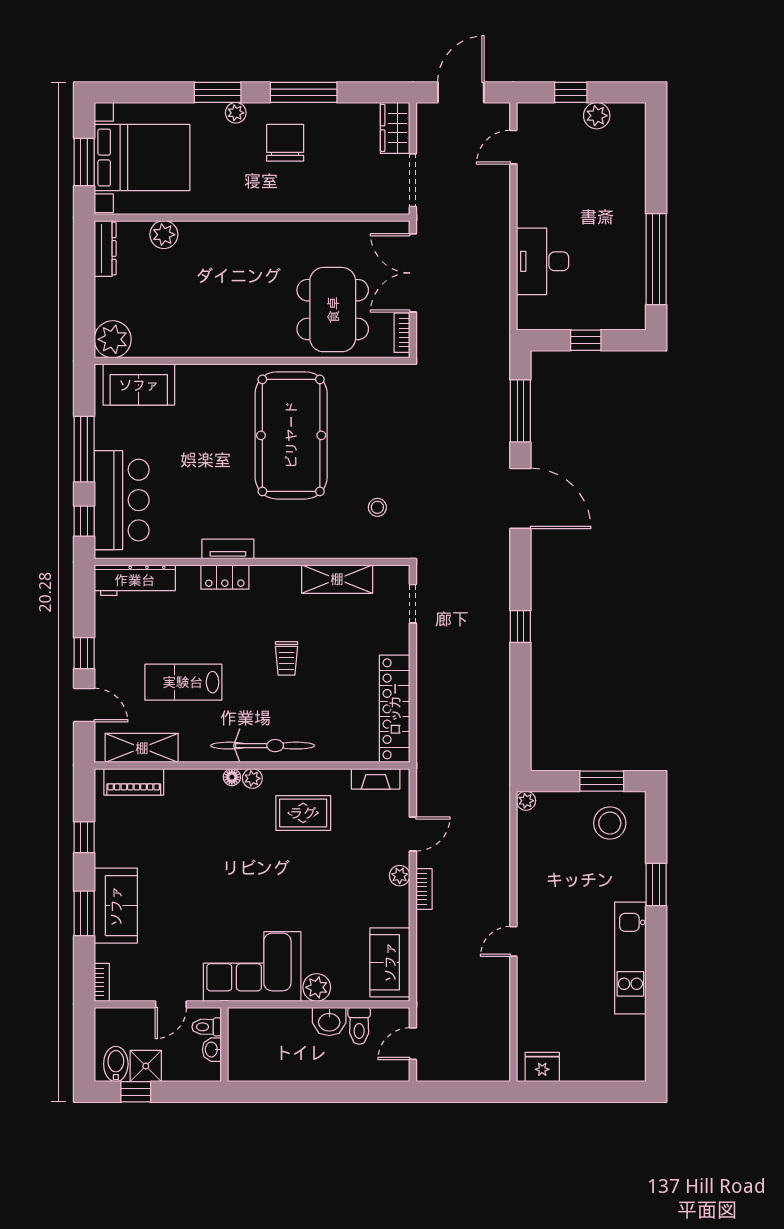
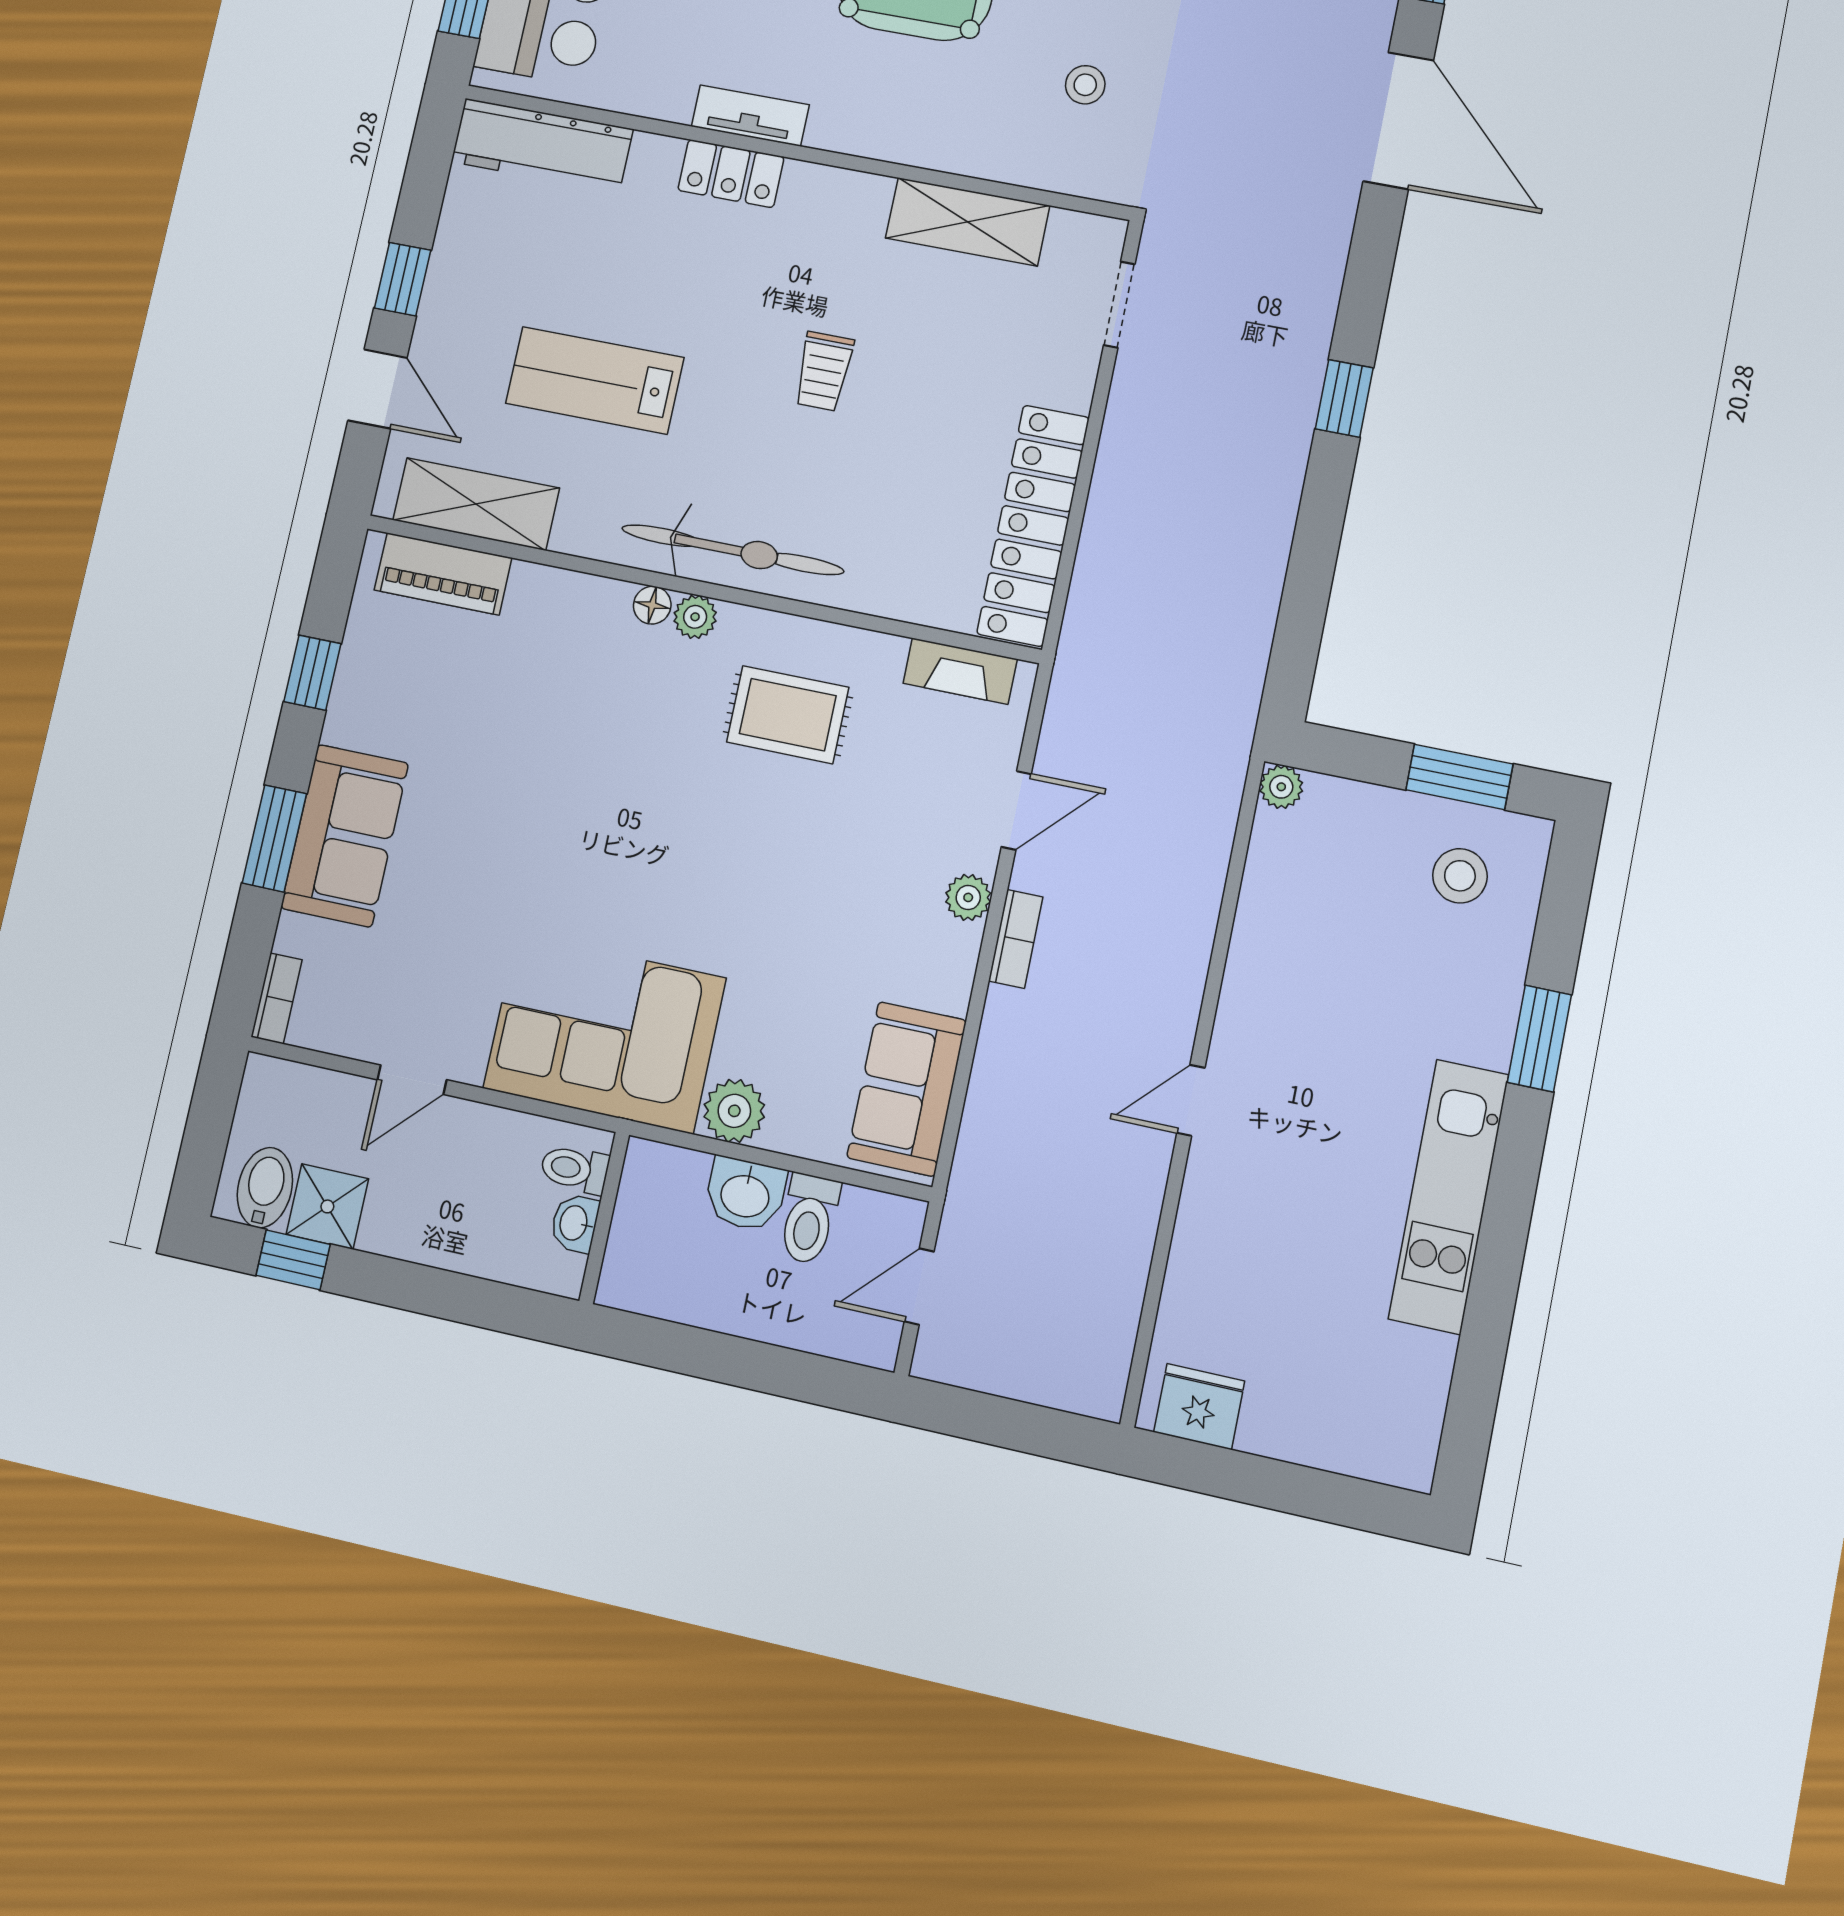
stool: (610, 823) -> (1460, 876), width x0.73, depth x0.73
toilet: (207, 1027) -> (575, 1169), moved
wall: (224, 1044) -> (604, 1218), moved
washbasin: (212, 1050) -> (575, 1223), moved

